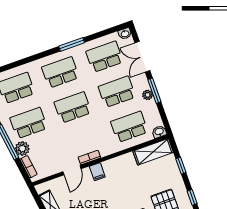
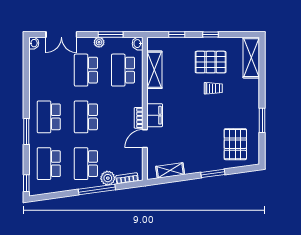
window: (72, 44) -> (26, 132), moved
school desk: (105, 57) -> (49, 70), removed
window: (154, 91) -> (111, 34), moved
shelving: (153, 152) -> (154, 70), moved
door: (72, 170) -> (145, 139), swing flipped
filing cabinet: (97, 172) -> (155, 115), width x2.00

